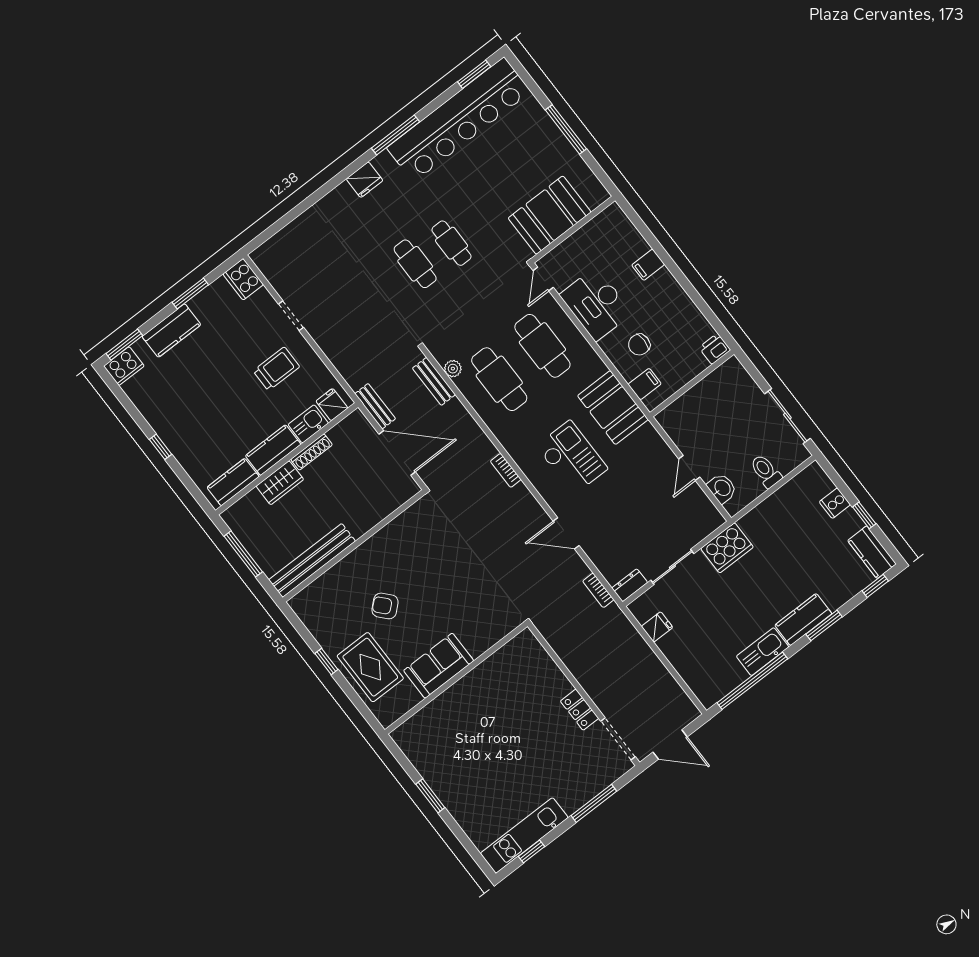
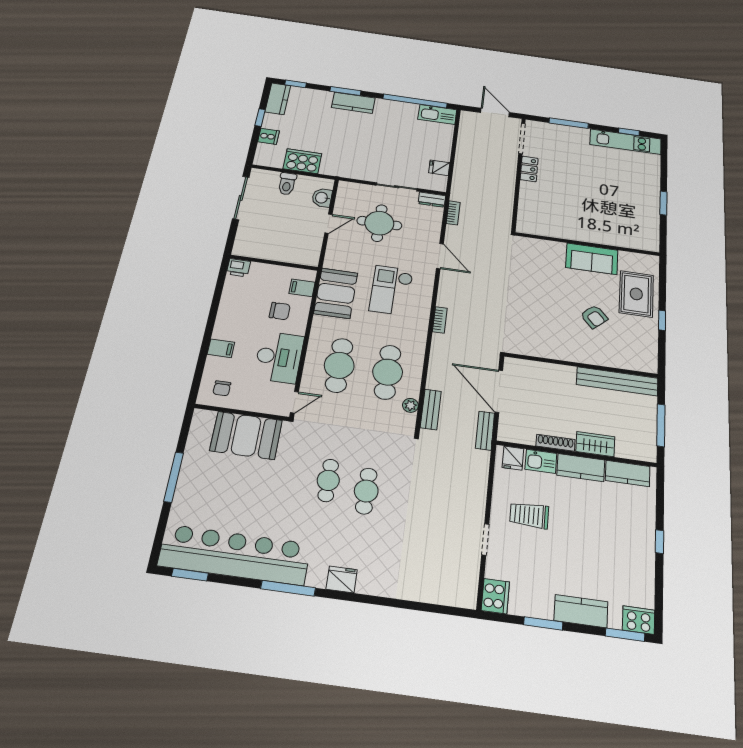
chair: (610, 233) -> (222, 388), added
round table: (648, 514) -> (379, 223), added
cooker: (727, 548) -> (302, 161), moved
kitchen sink: (763, 652) -> (437, 114), moved

